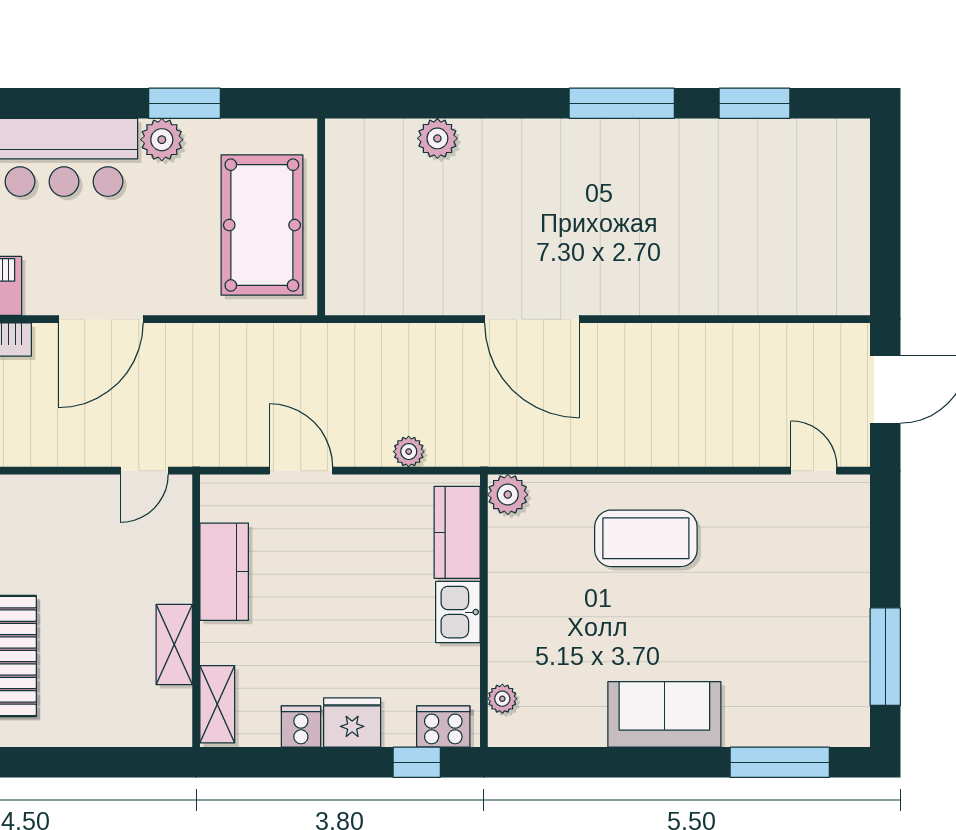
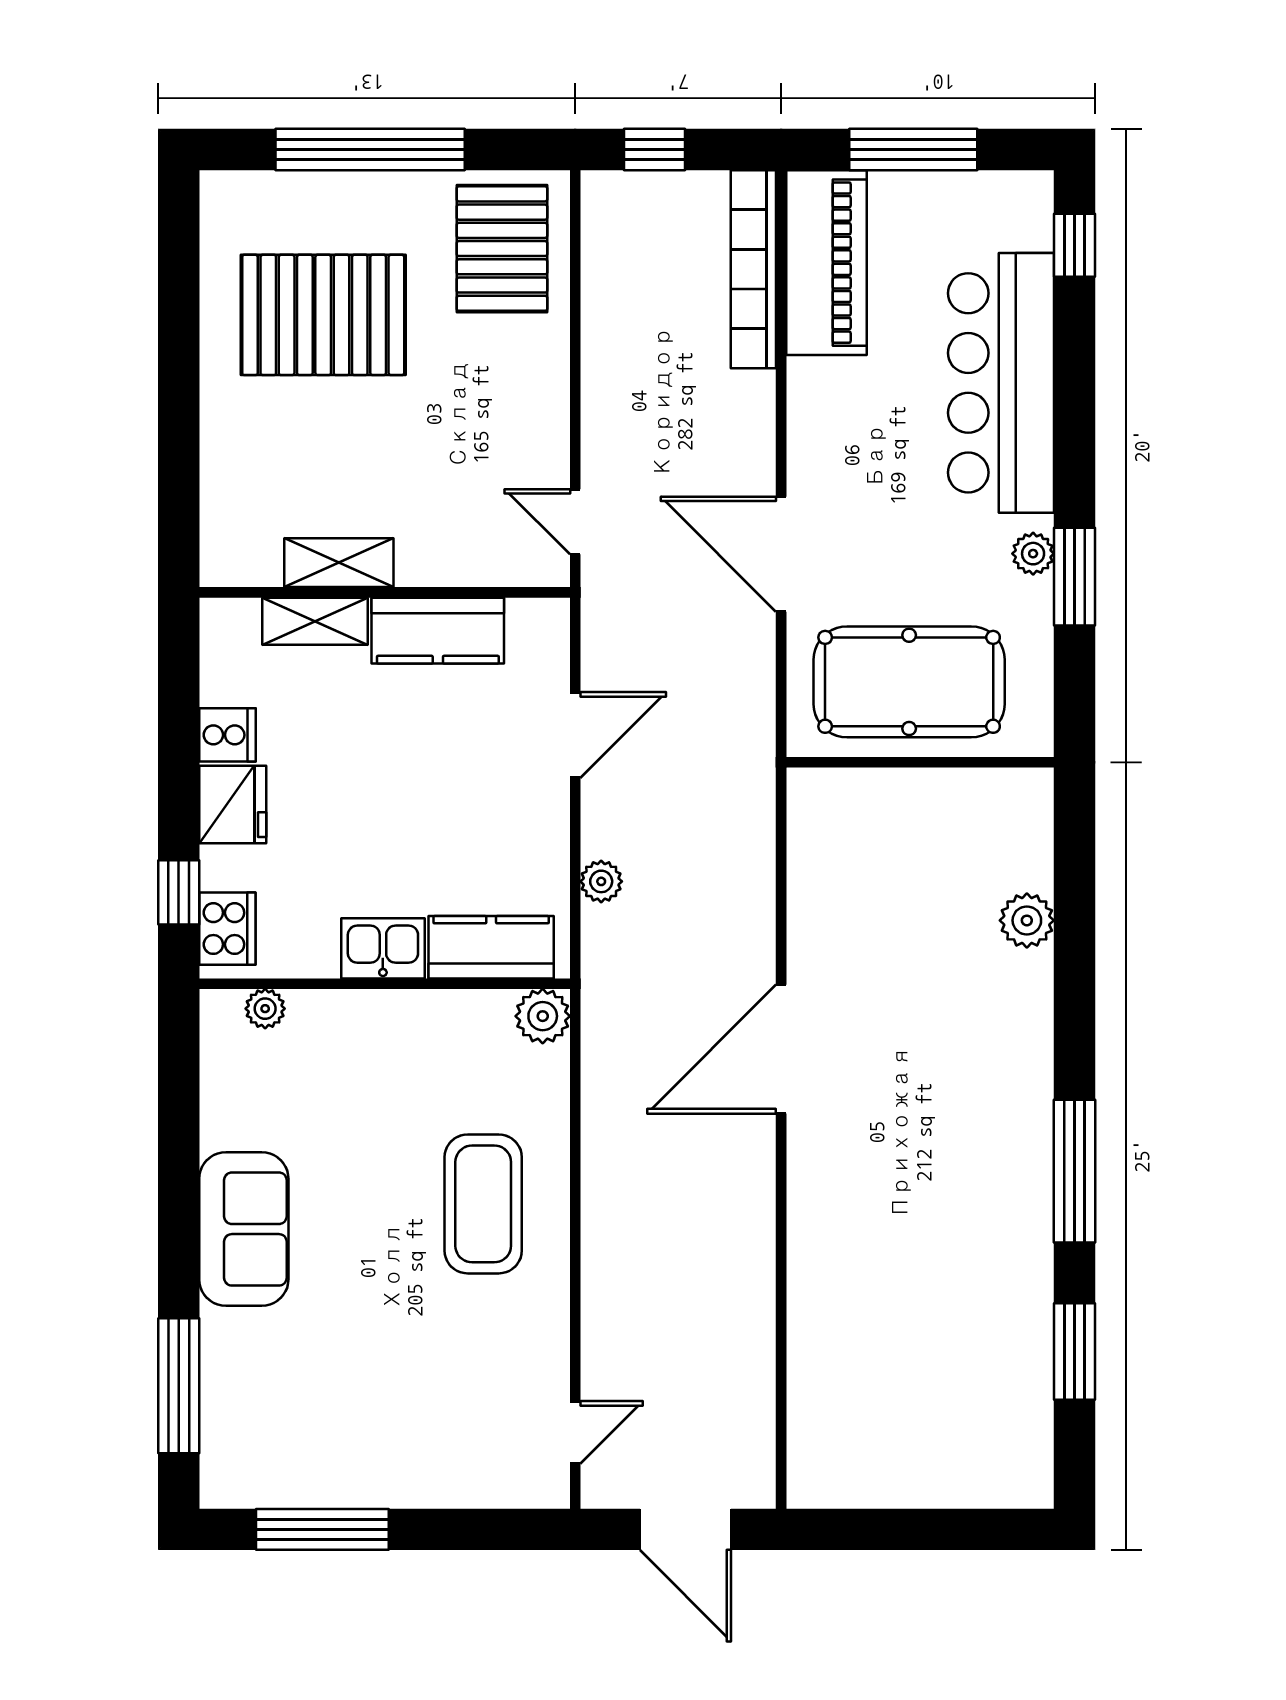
plant: (162, 140) -> (1033, 554), width x0.73, depth x0.73
door: (101, 319) -> (781, 554), moved
shelving: (217, 704) -> (315, 621), moved

